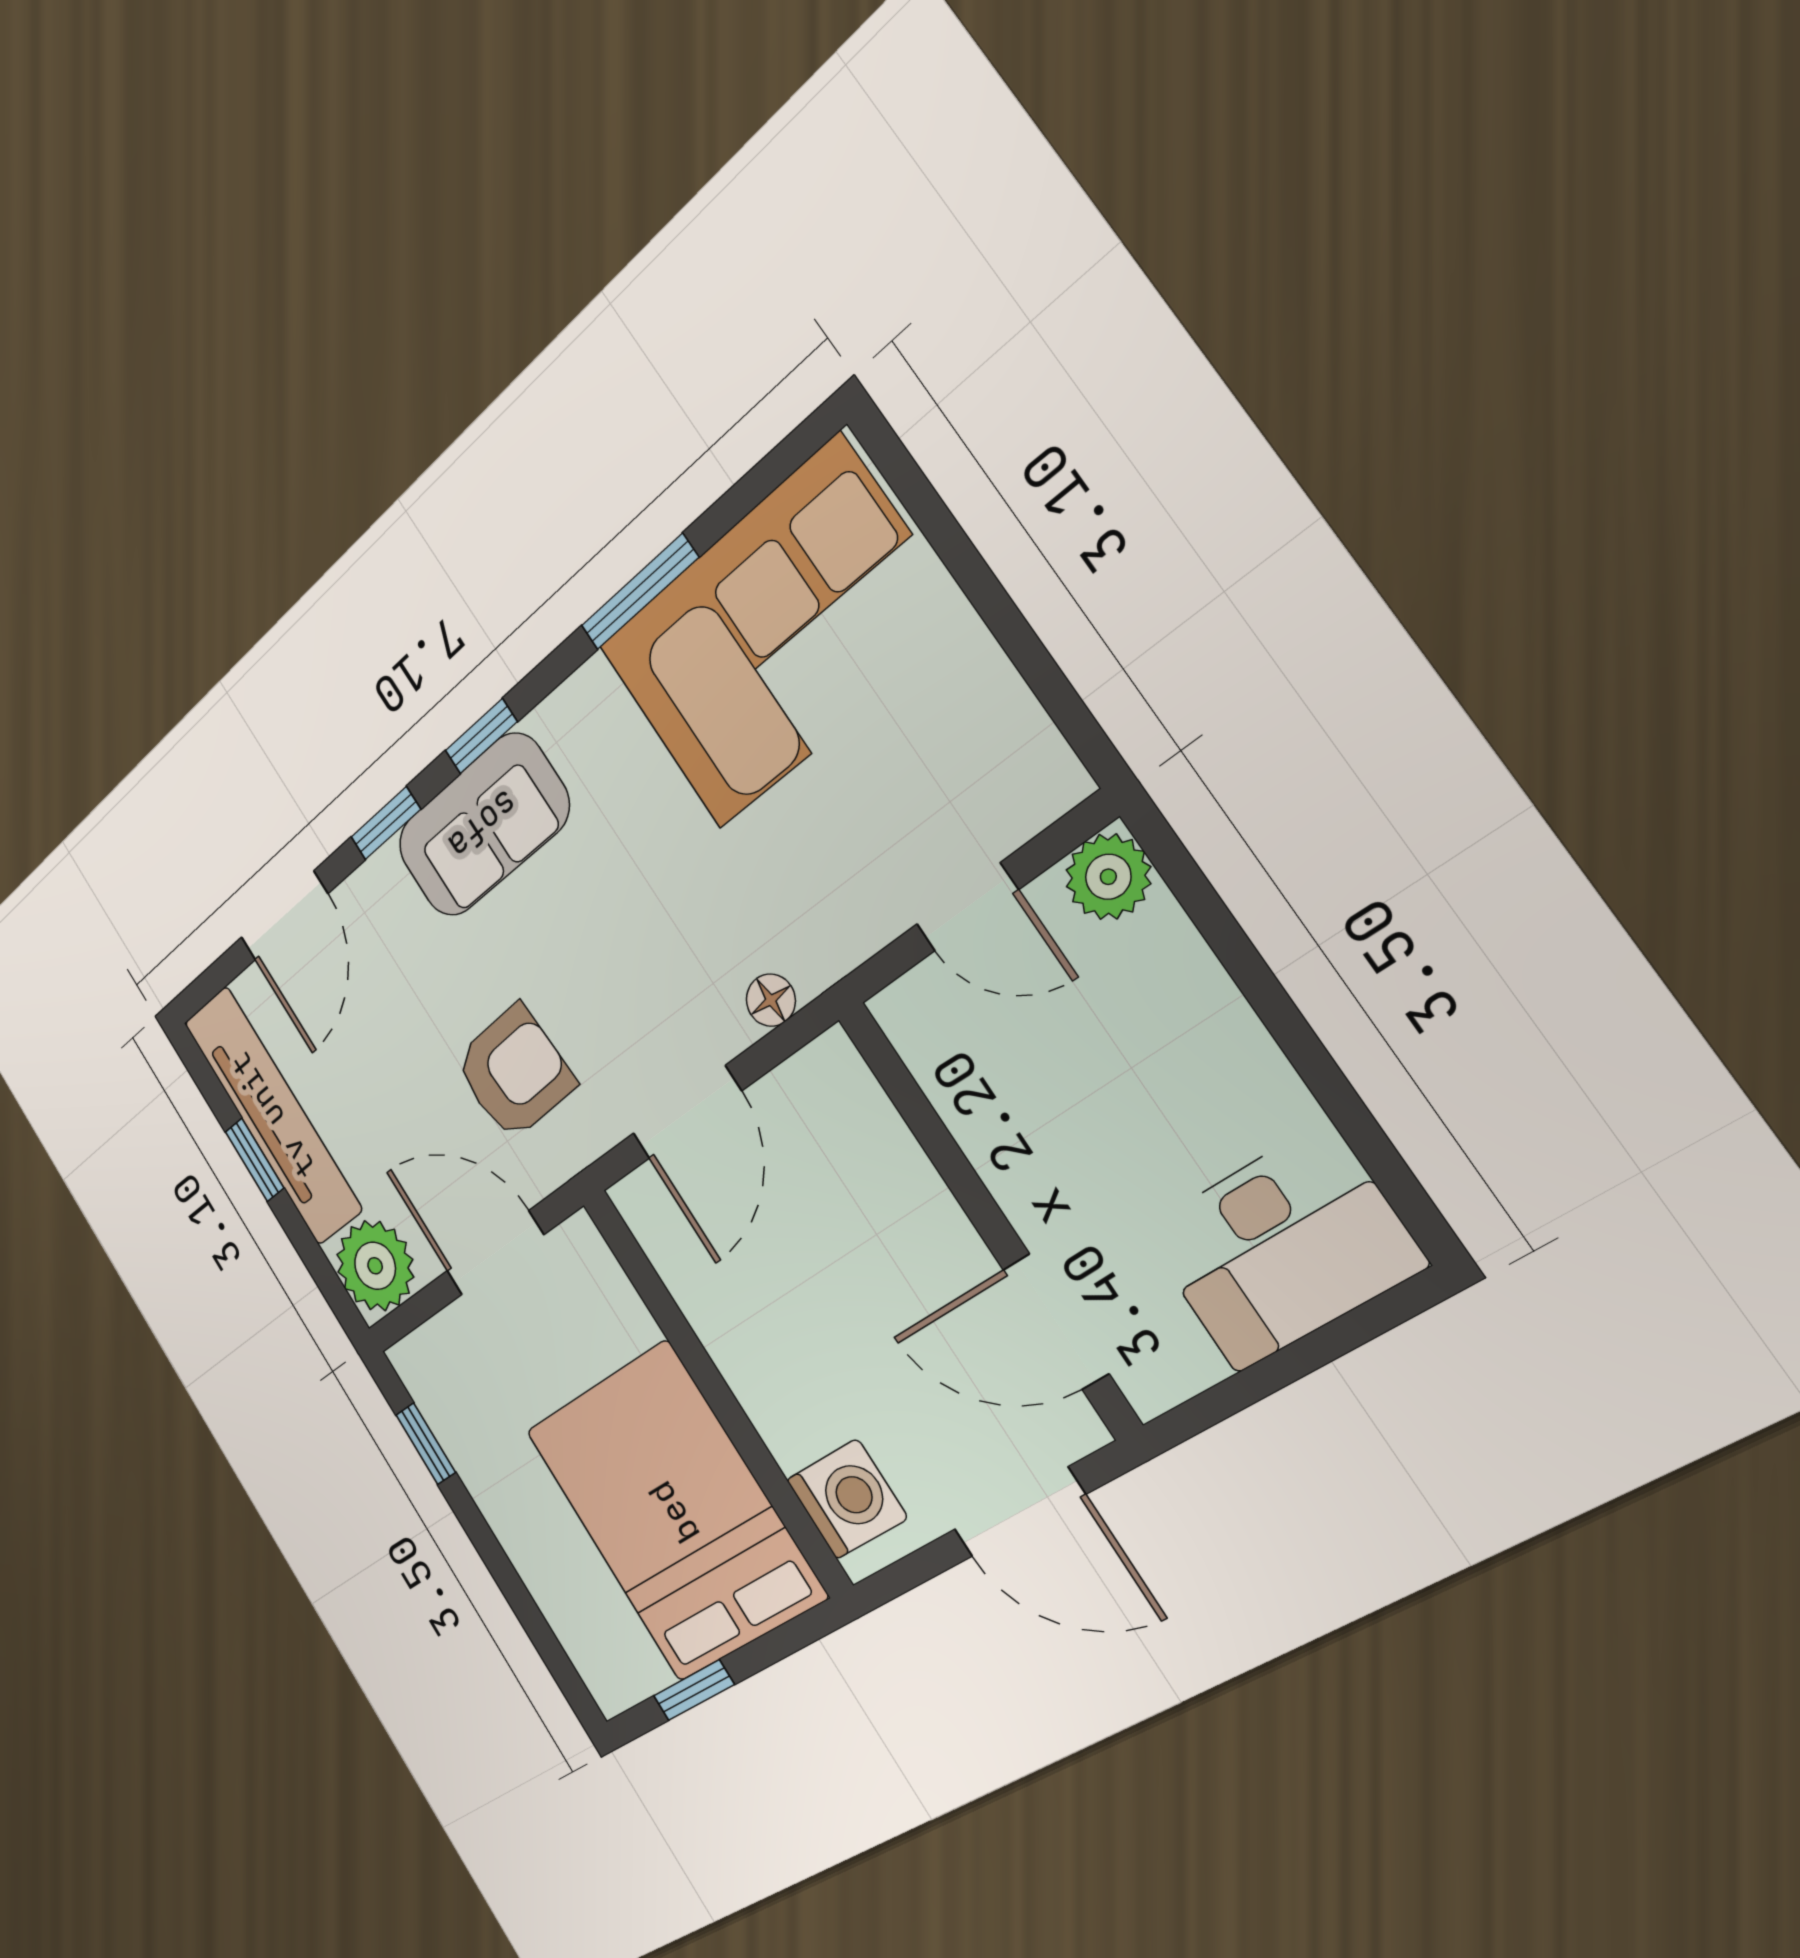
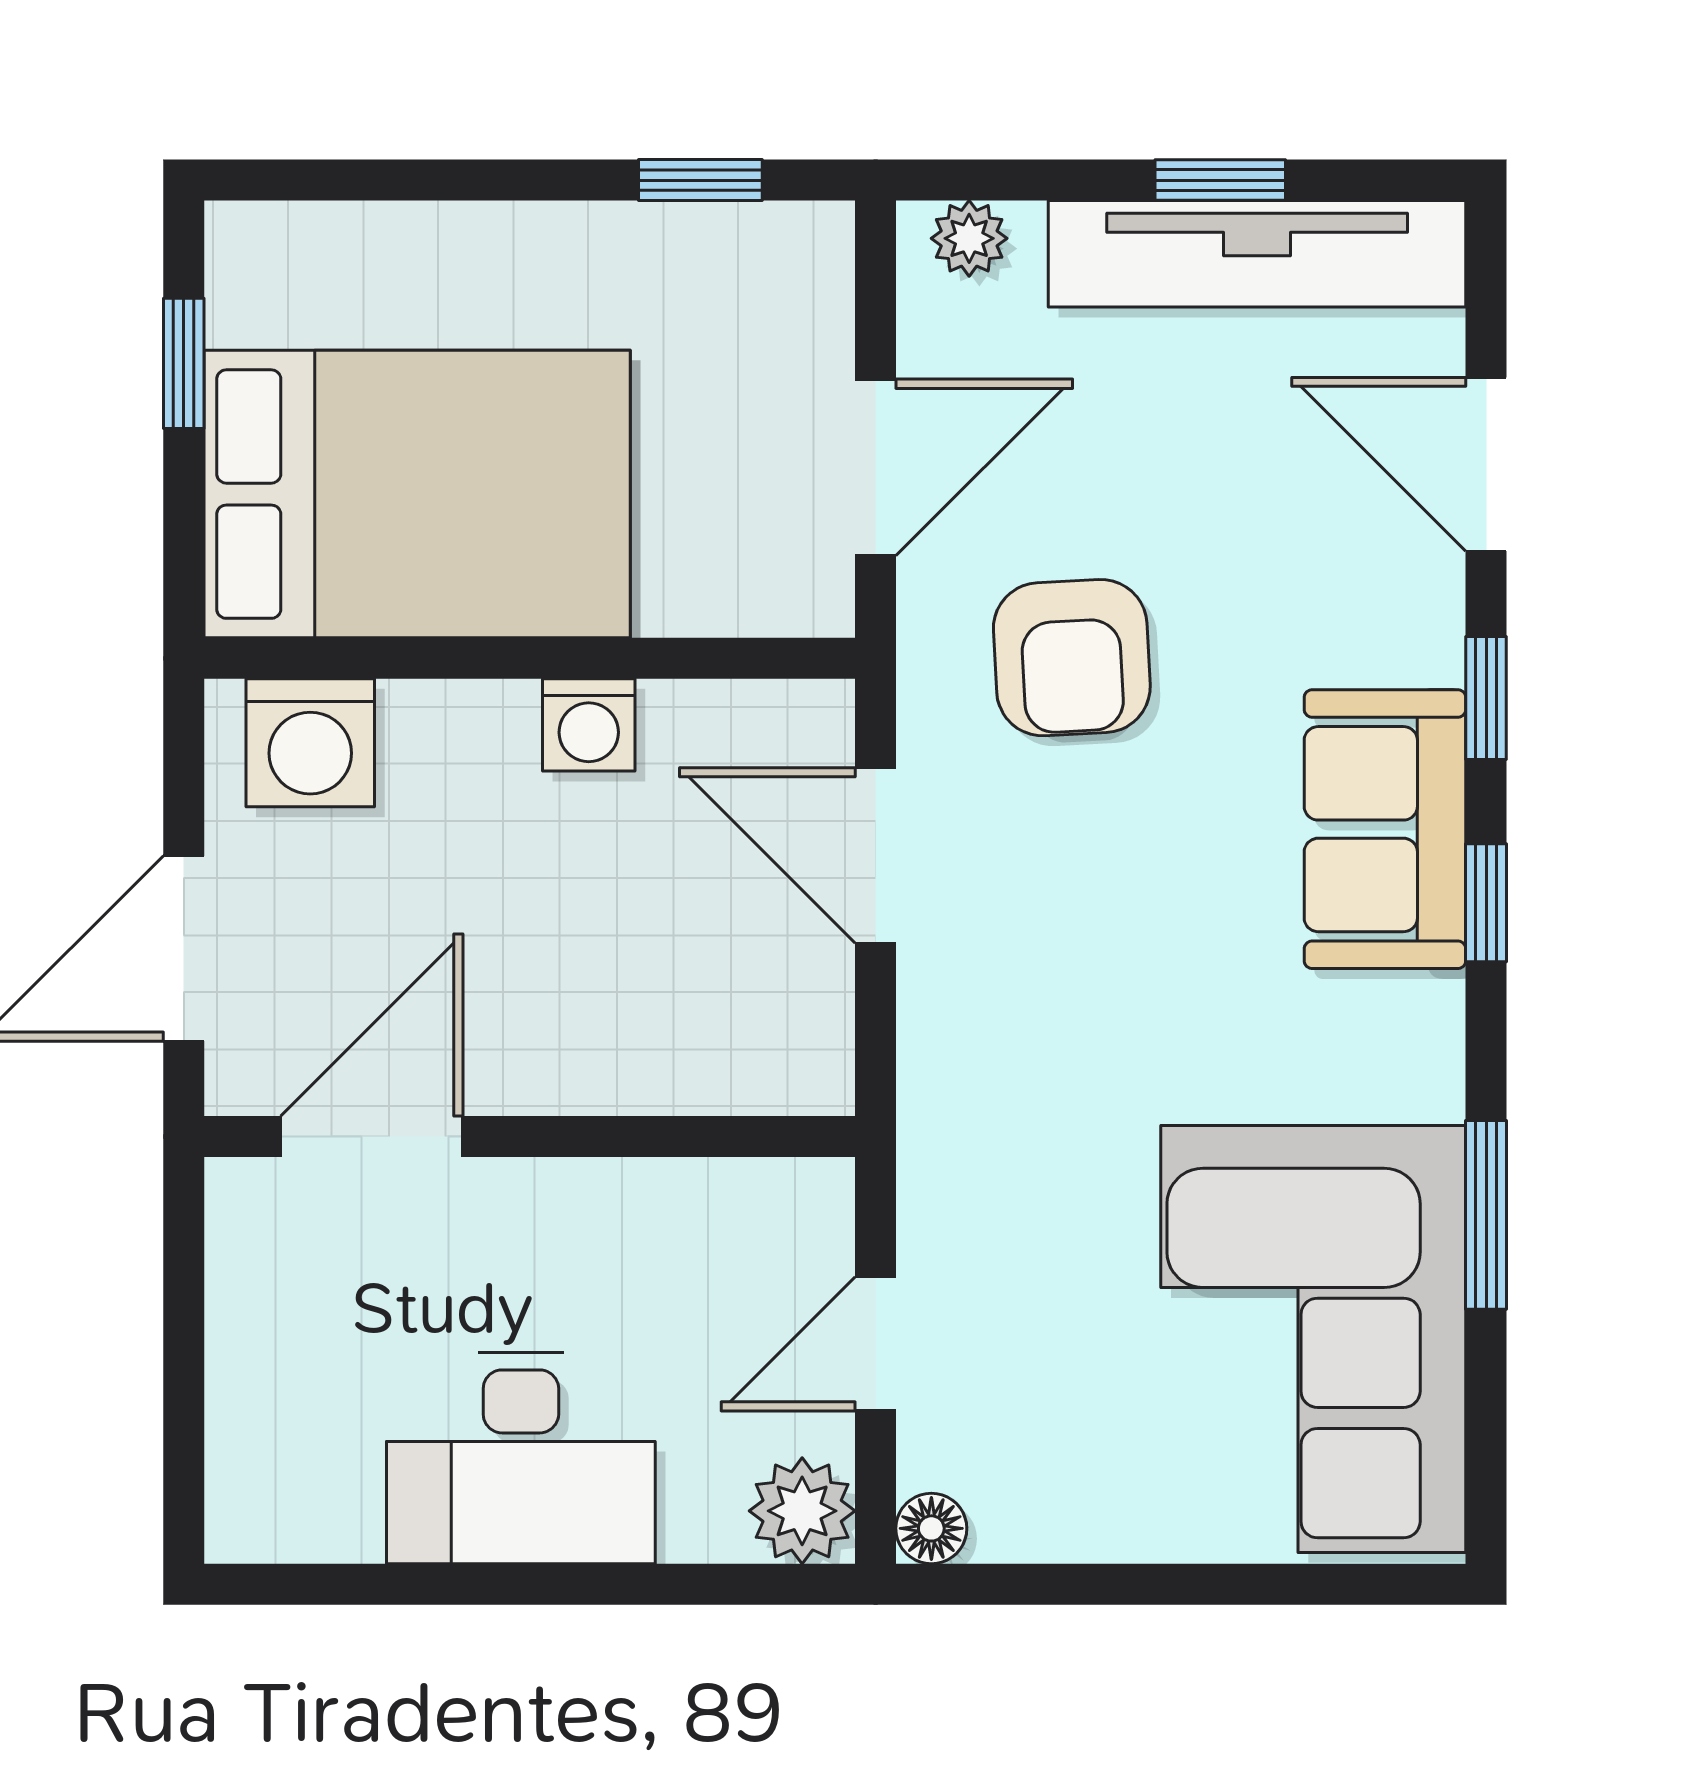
floor lamp: (771, 1000) -> (931, 1528), moved
desk: (1282, 1247) -> (521, 1458), moved, turned -90
plant: (375, 1266) -> (969, 238), width x0.53, depth x0.53
washing machine: (728, 1333) -> (589, 725), added

